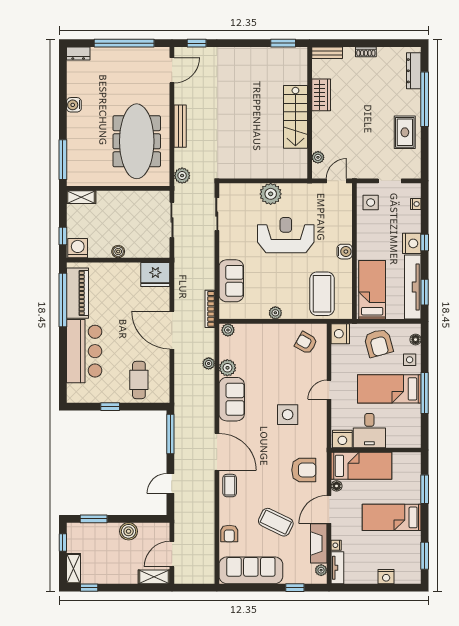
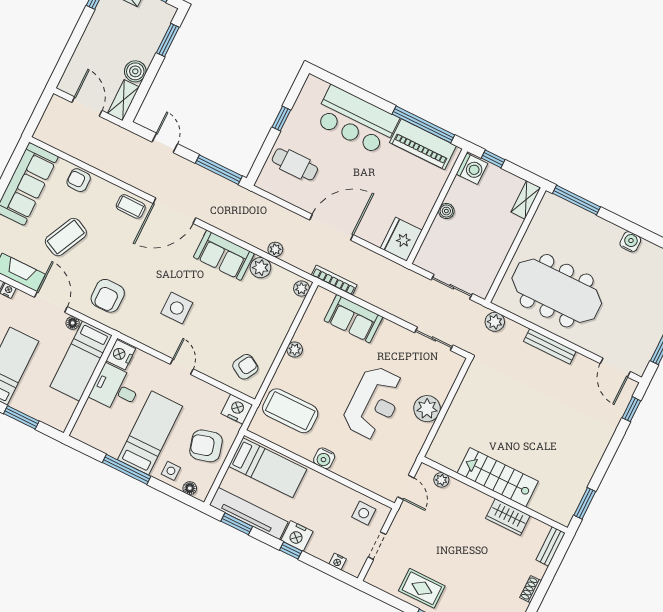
shelving: (154, 577) -> (123, 100), moved

